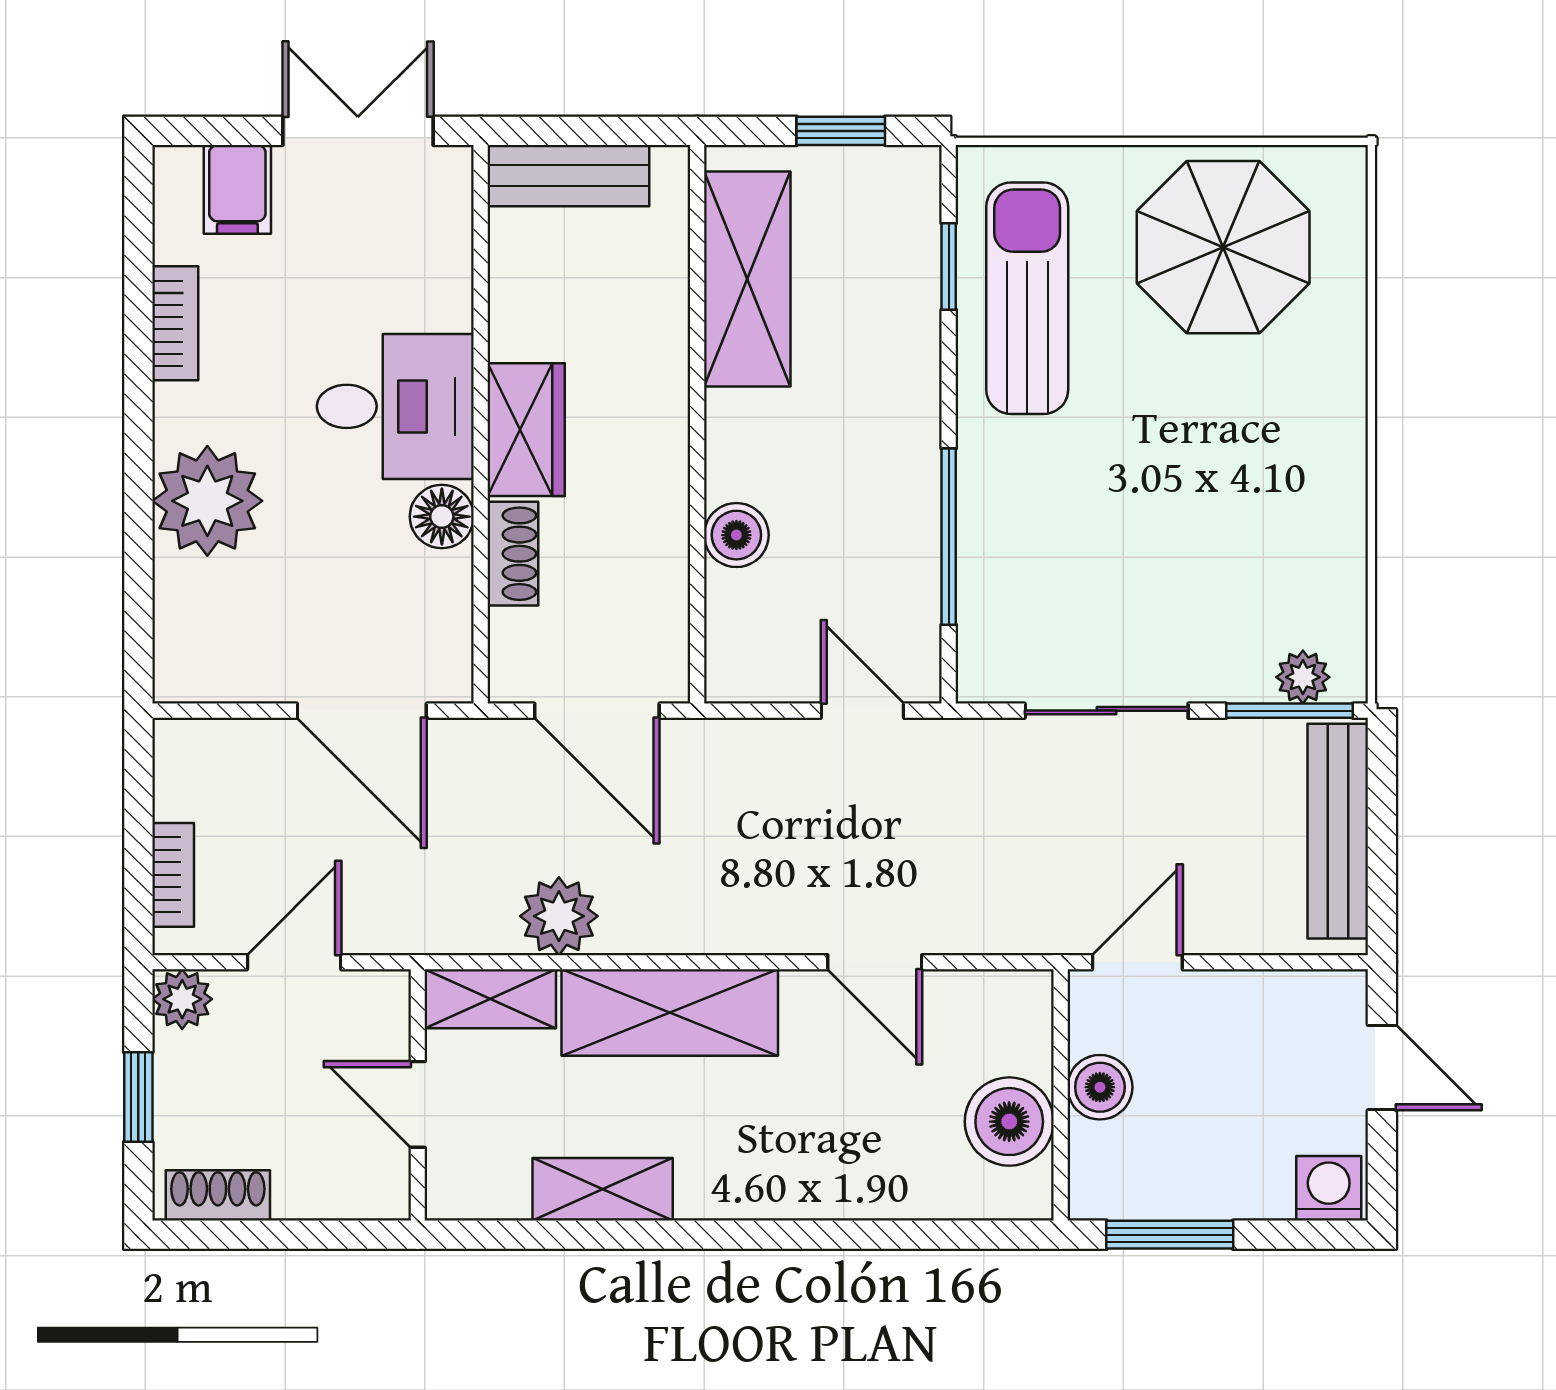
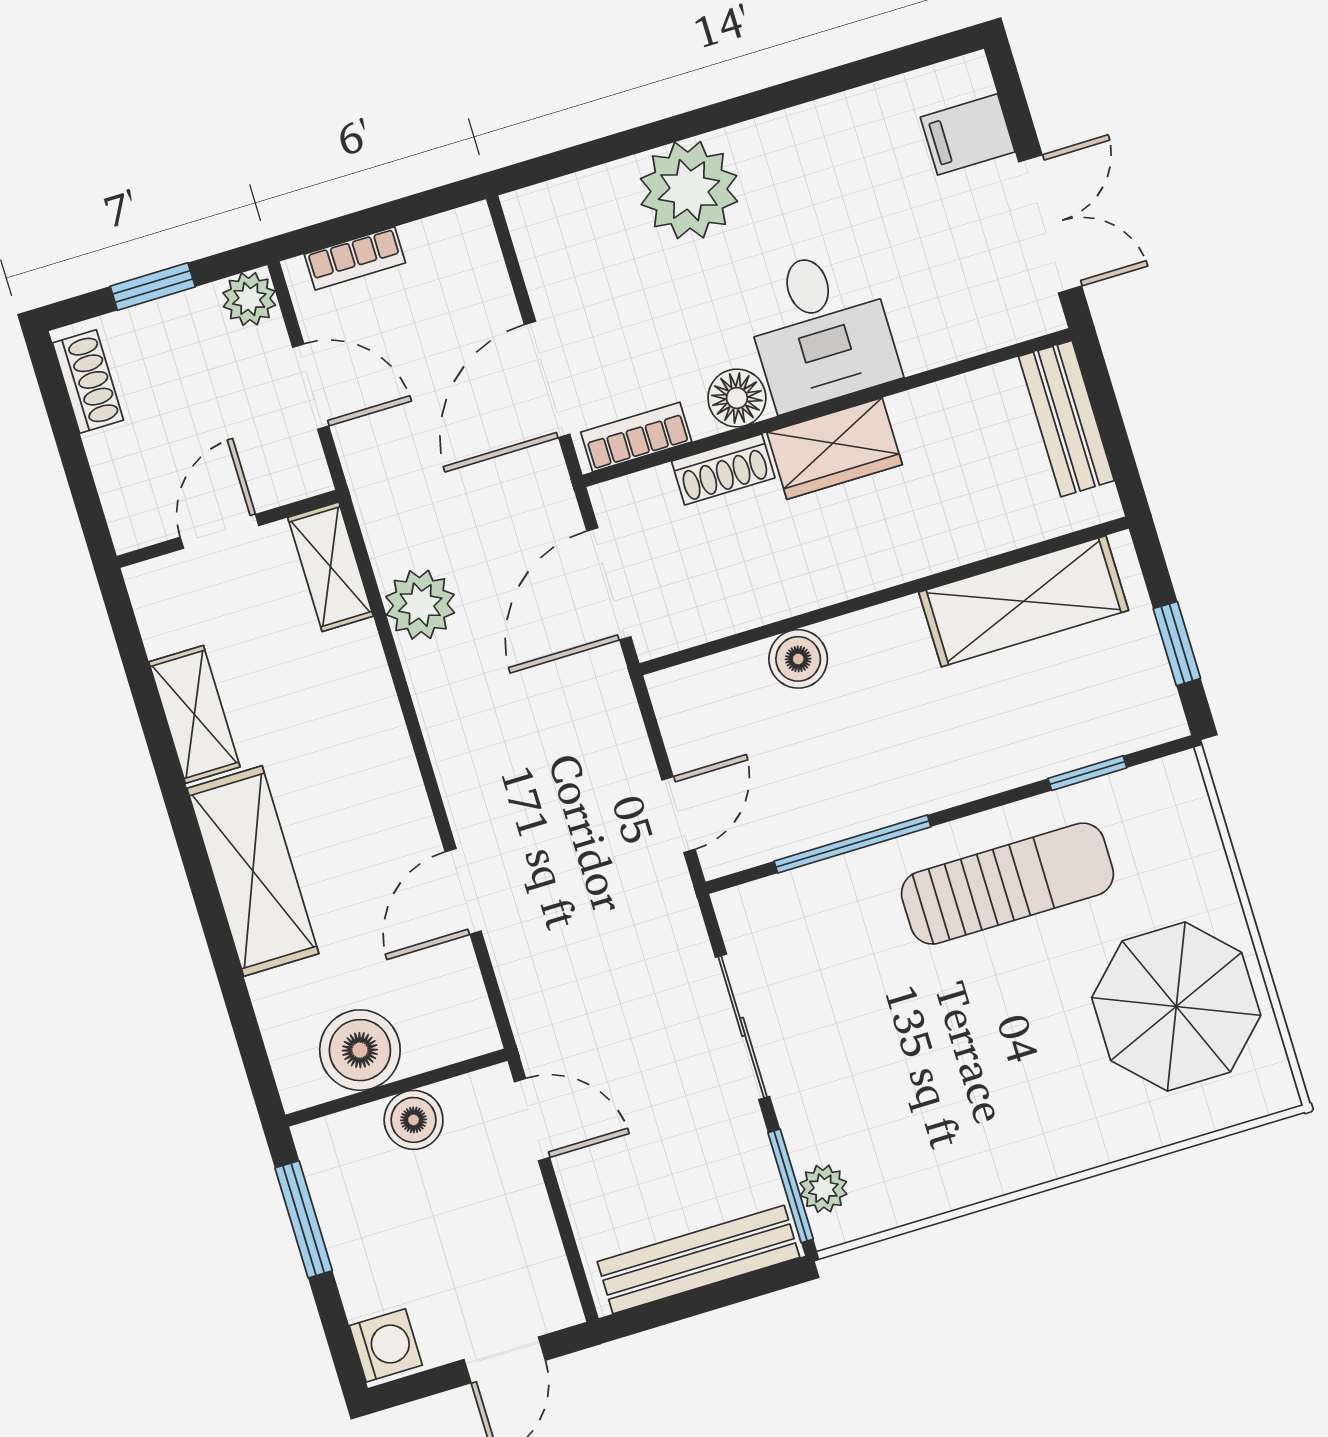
sun lounger: (1027, 298) -> (1007, 884), moved
bookcase: (175, 323) -> (636, 437), moved, turned 180
shelving: (670, 1013) -> (253, 871), moved

